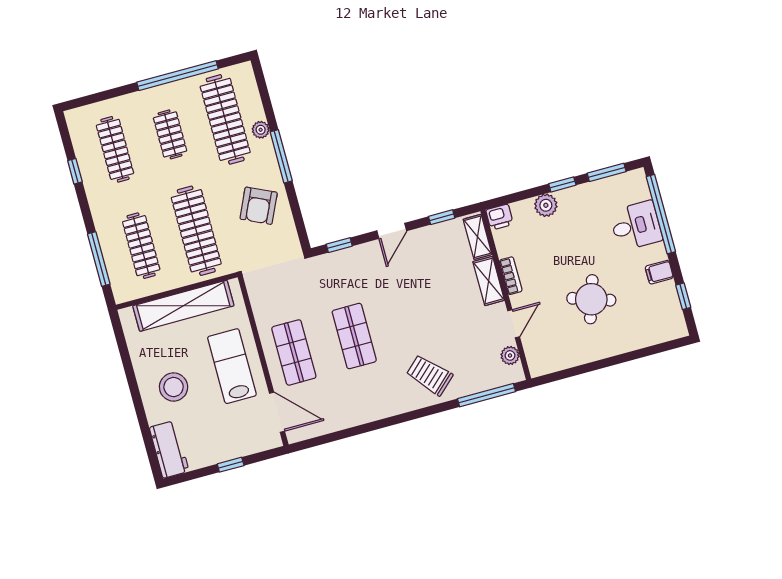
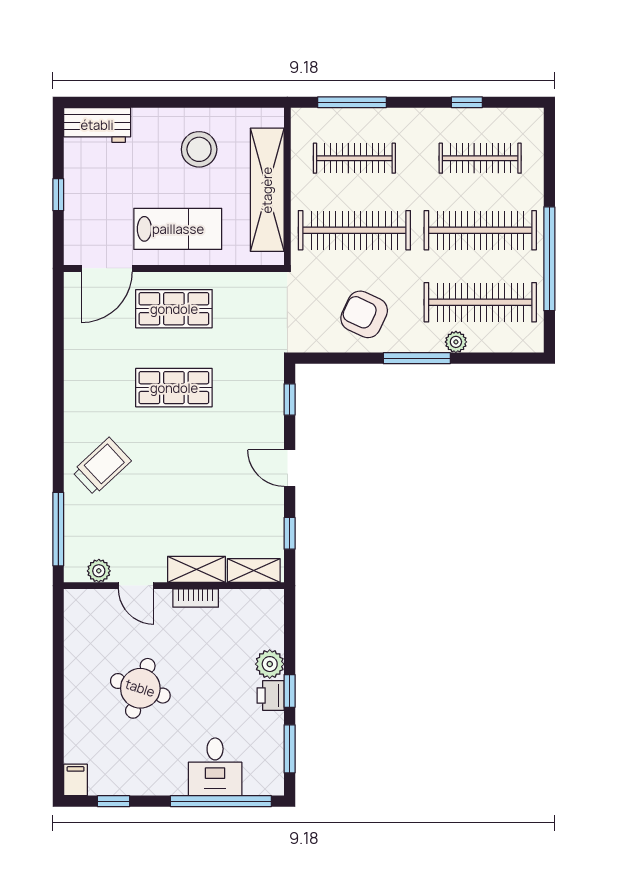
clothes rail: (170, 134) -> (480, 230), width x1.86, depth x1.31
printer: (500, 217) -> (271, 695), moved
filing cabinet: (659, 272) -> (76, 780), moved
stool: (174, 387) -> (199, 149), moved

